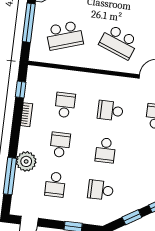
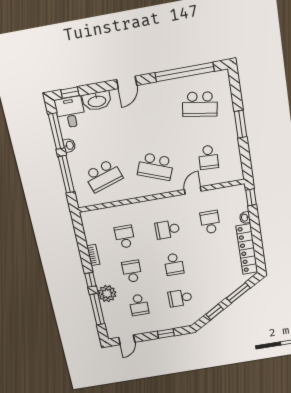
window: (21, 90) -> (90, 280), moved

